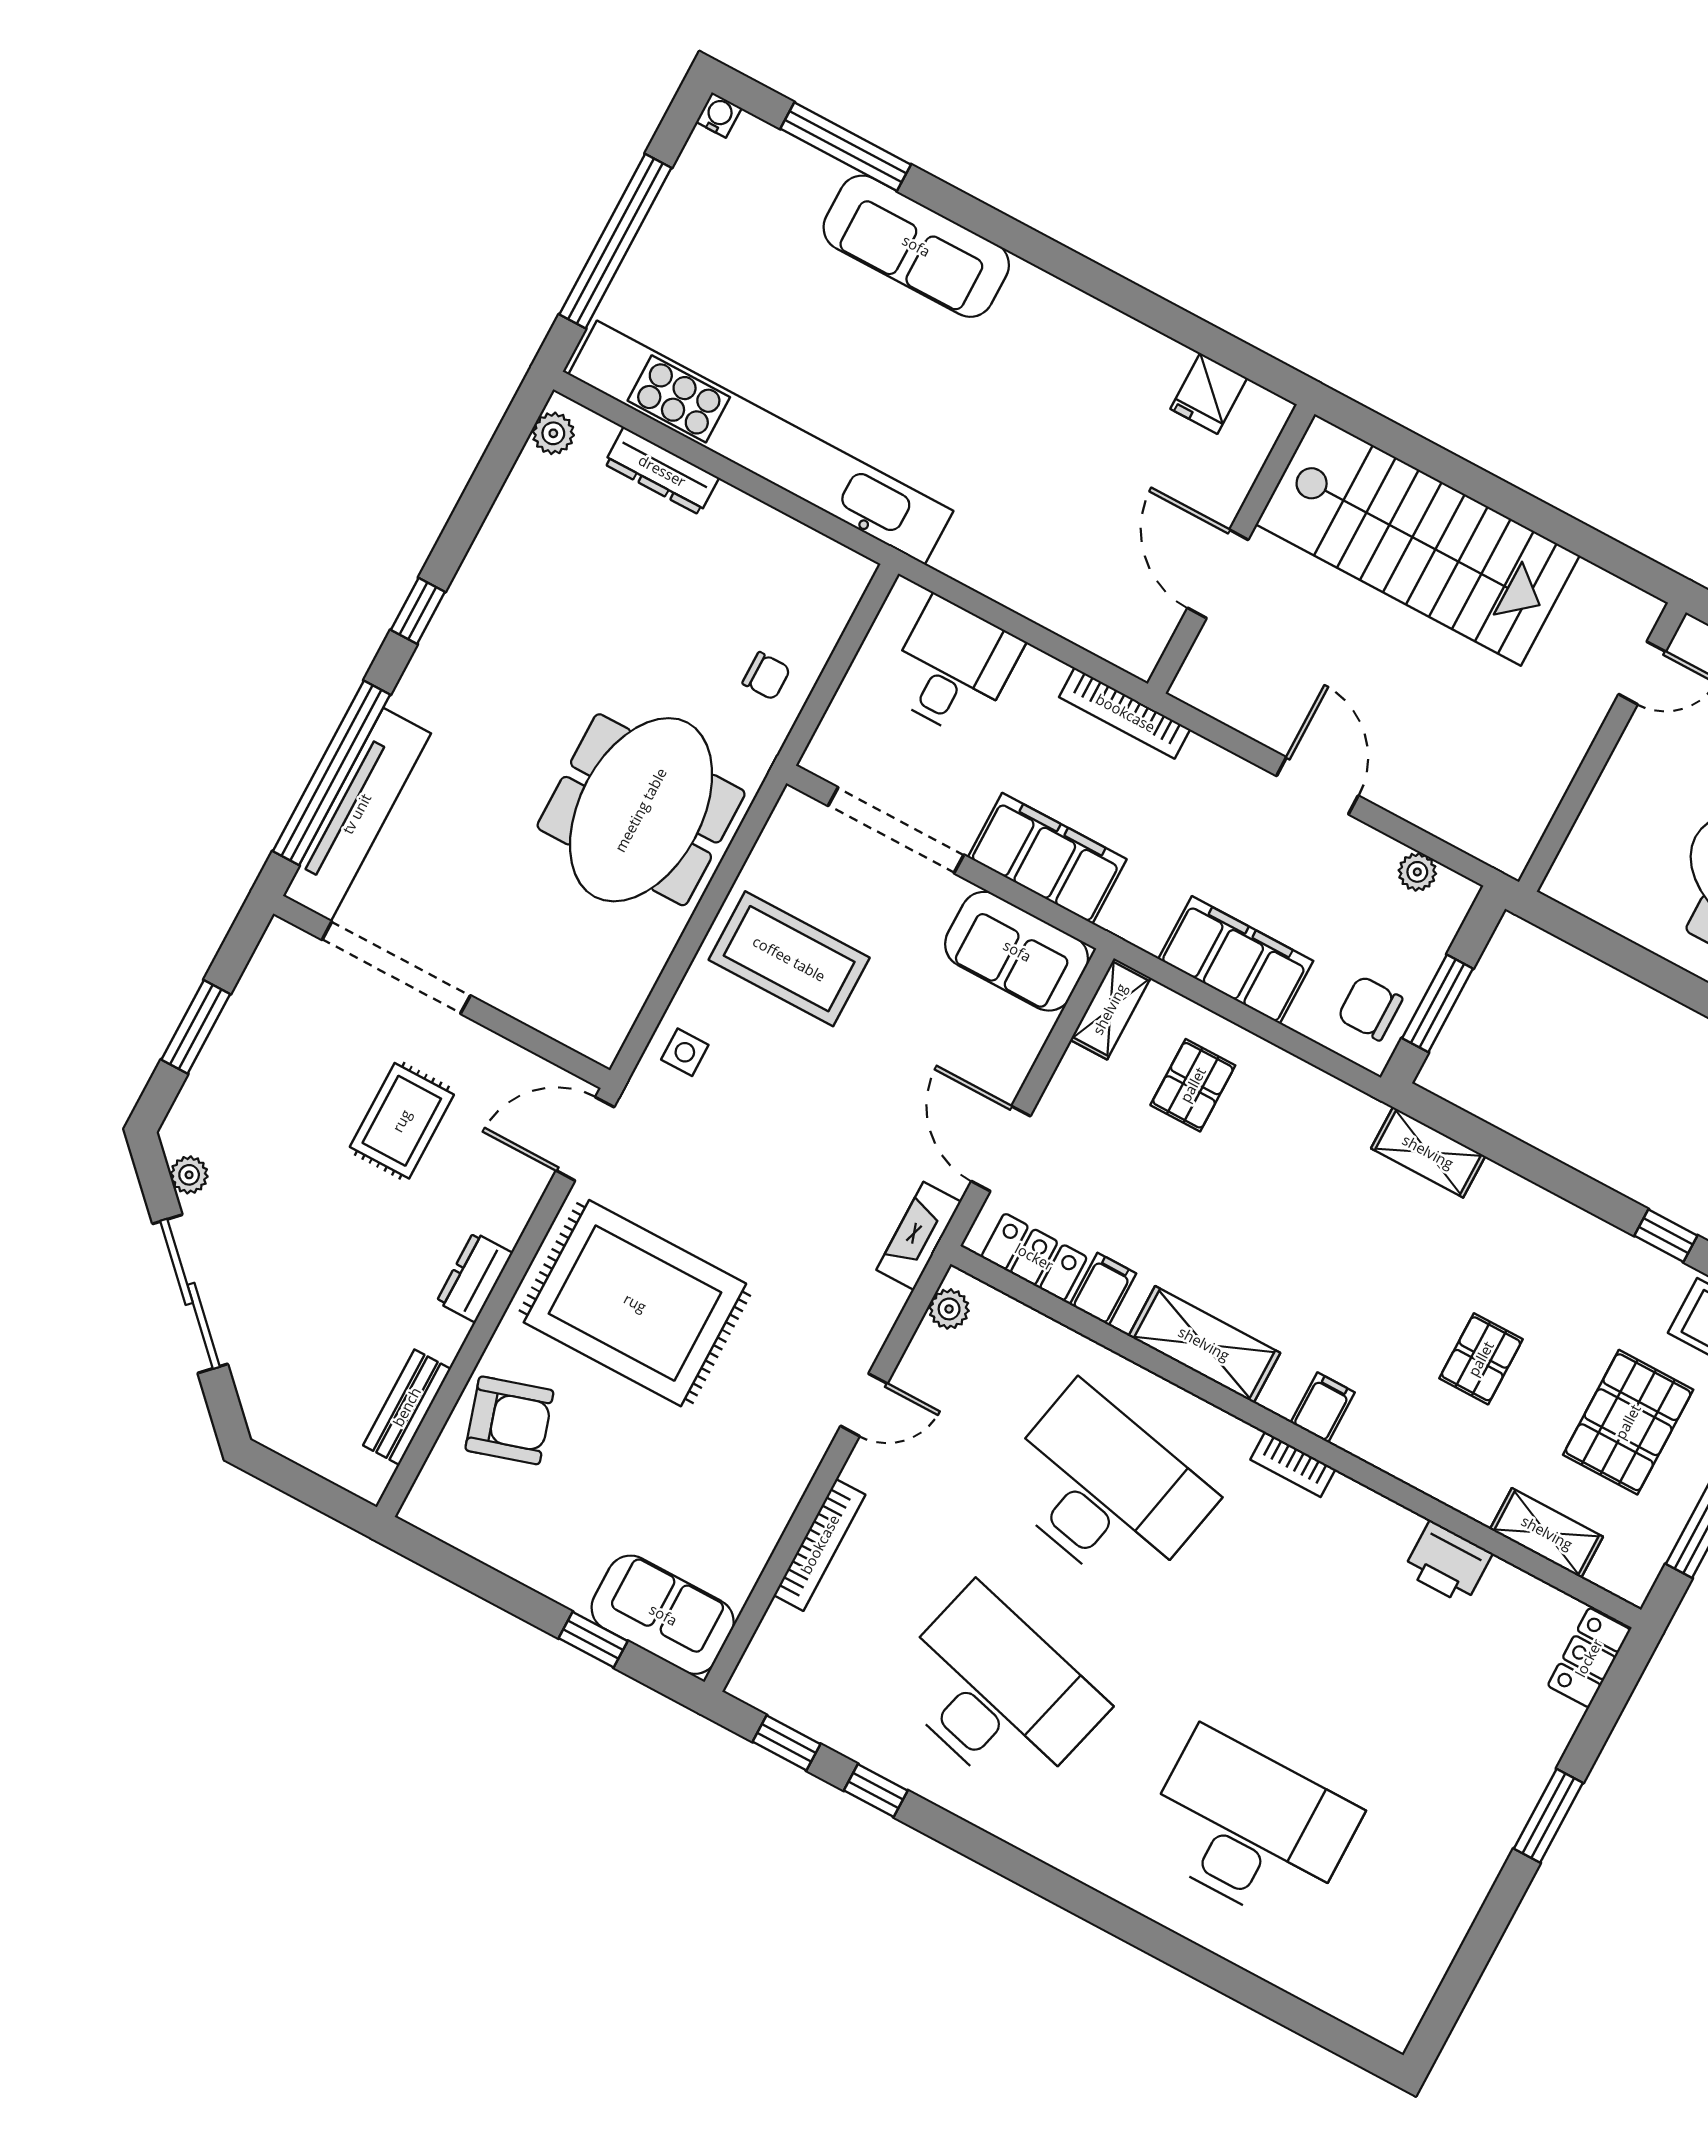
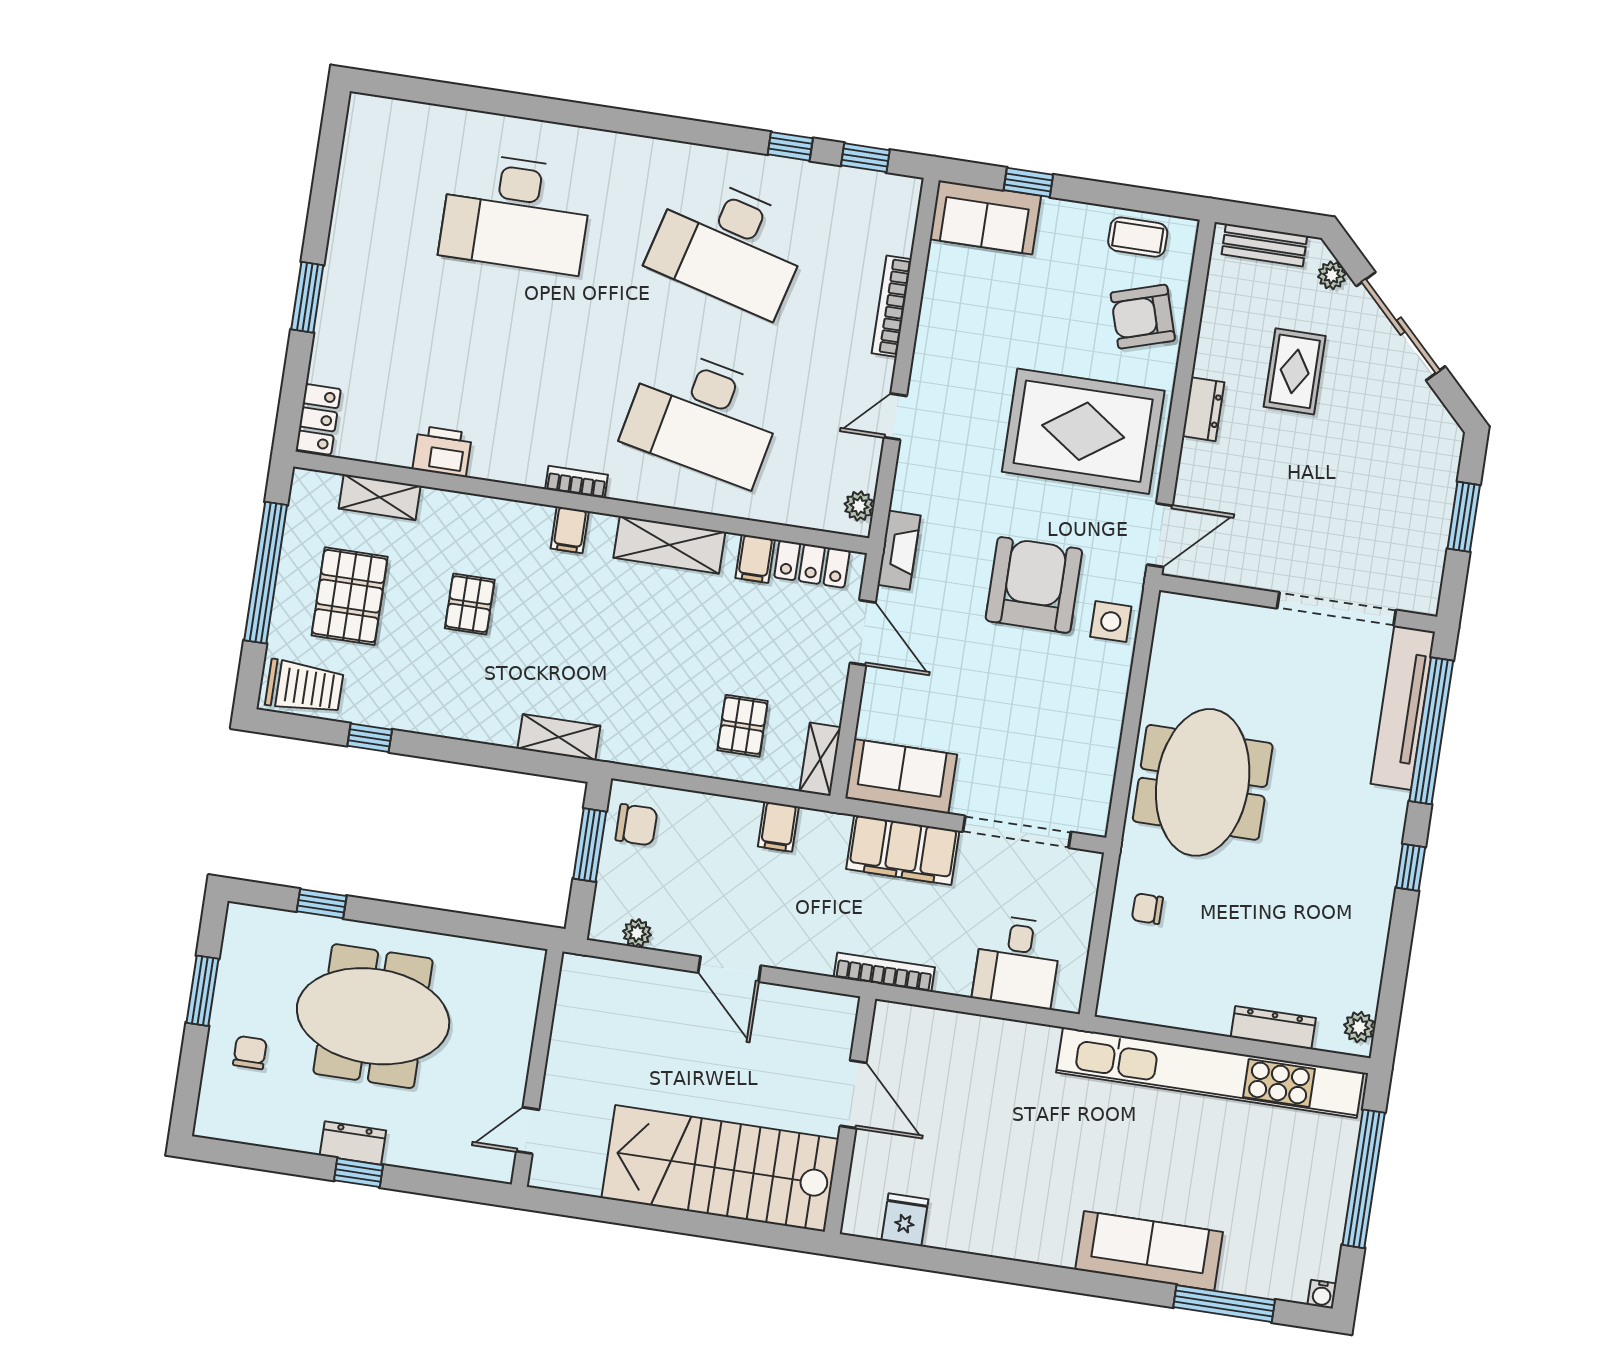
coffee table: (789, 959) -> (1138, 237), moved, width x0.54, depth x0.58
filing cabinet: (1236, 960) -> (778, 827), width x0.33, depth x0.86
side table: (685, 1052) -> (1111, 622), width x1.37, depth x1.37
rug: (402, 1121) -> (1295, 371), moved
armchair: (765, 1132) -> (1034, 585), added
plant: (189, 1175) -> (1332, 275), moved
bench: (407, 1407) -> (1264, 245), moved, turned 90

